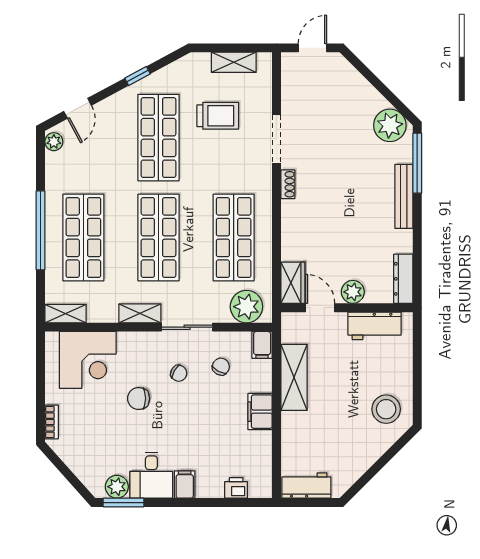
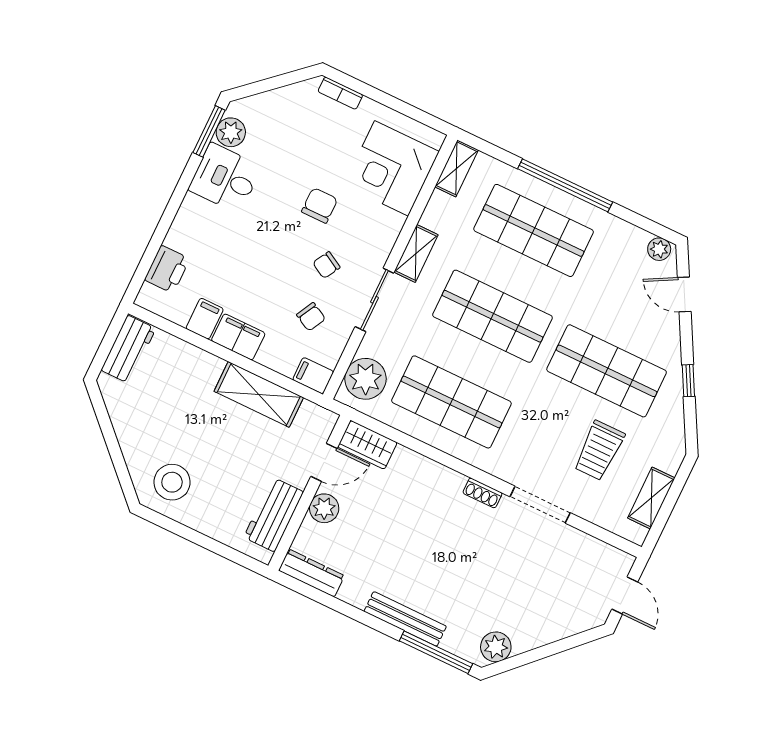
plant: (390, 125) -> (496, 647), width x0.73, depth x0.73
filing cabinet: (185, 485) -> (205, 319), moved, turned -90
printer: (236, 488) -> (167, 269), width x1.36, depth x1.24

